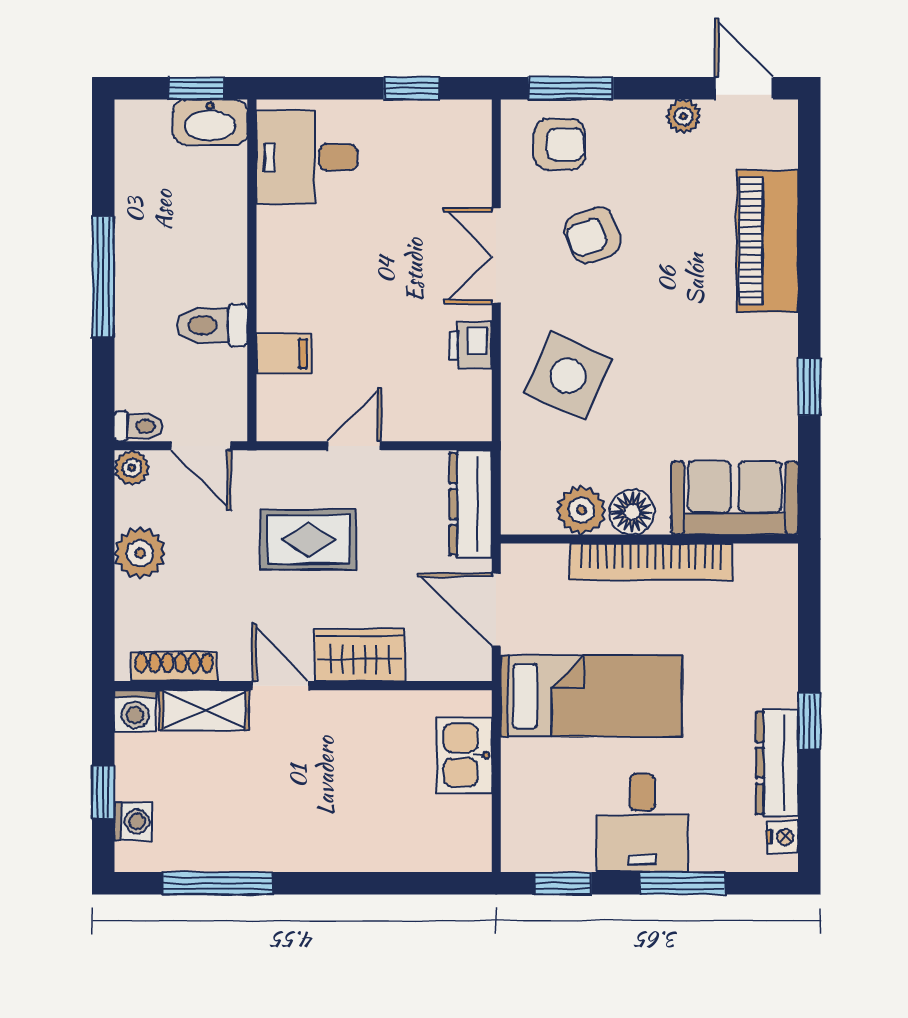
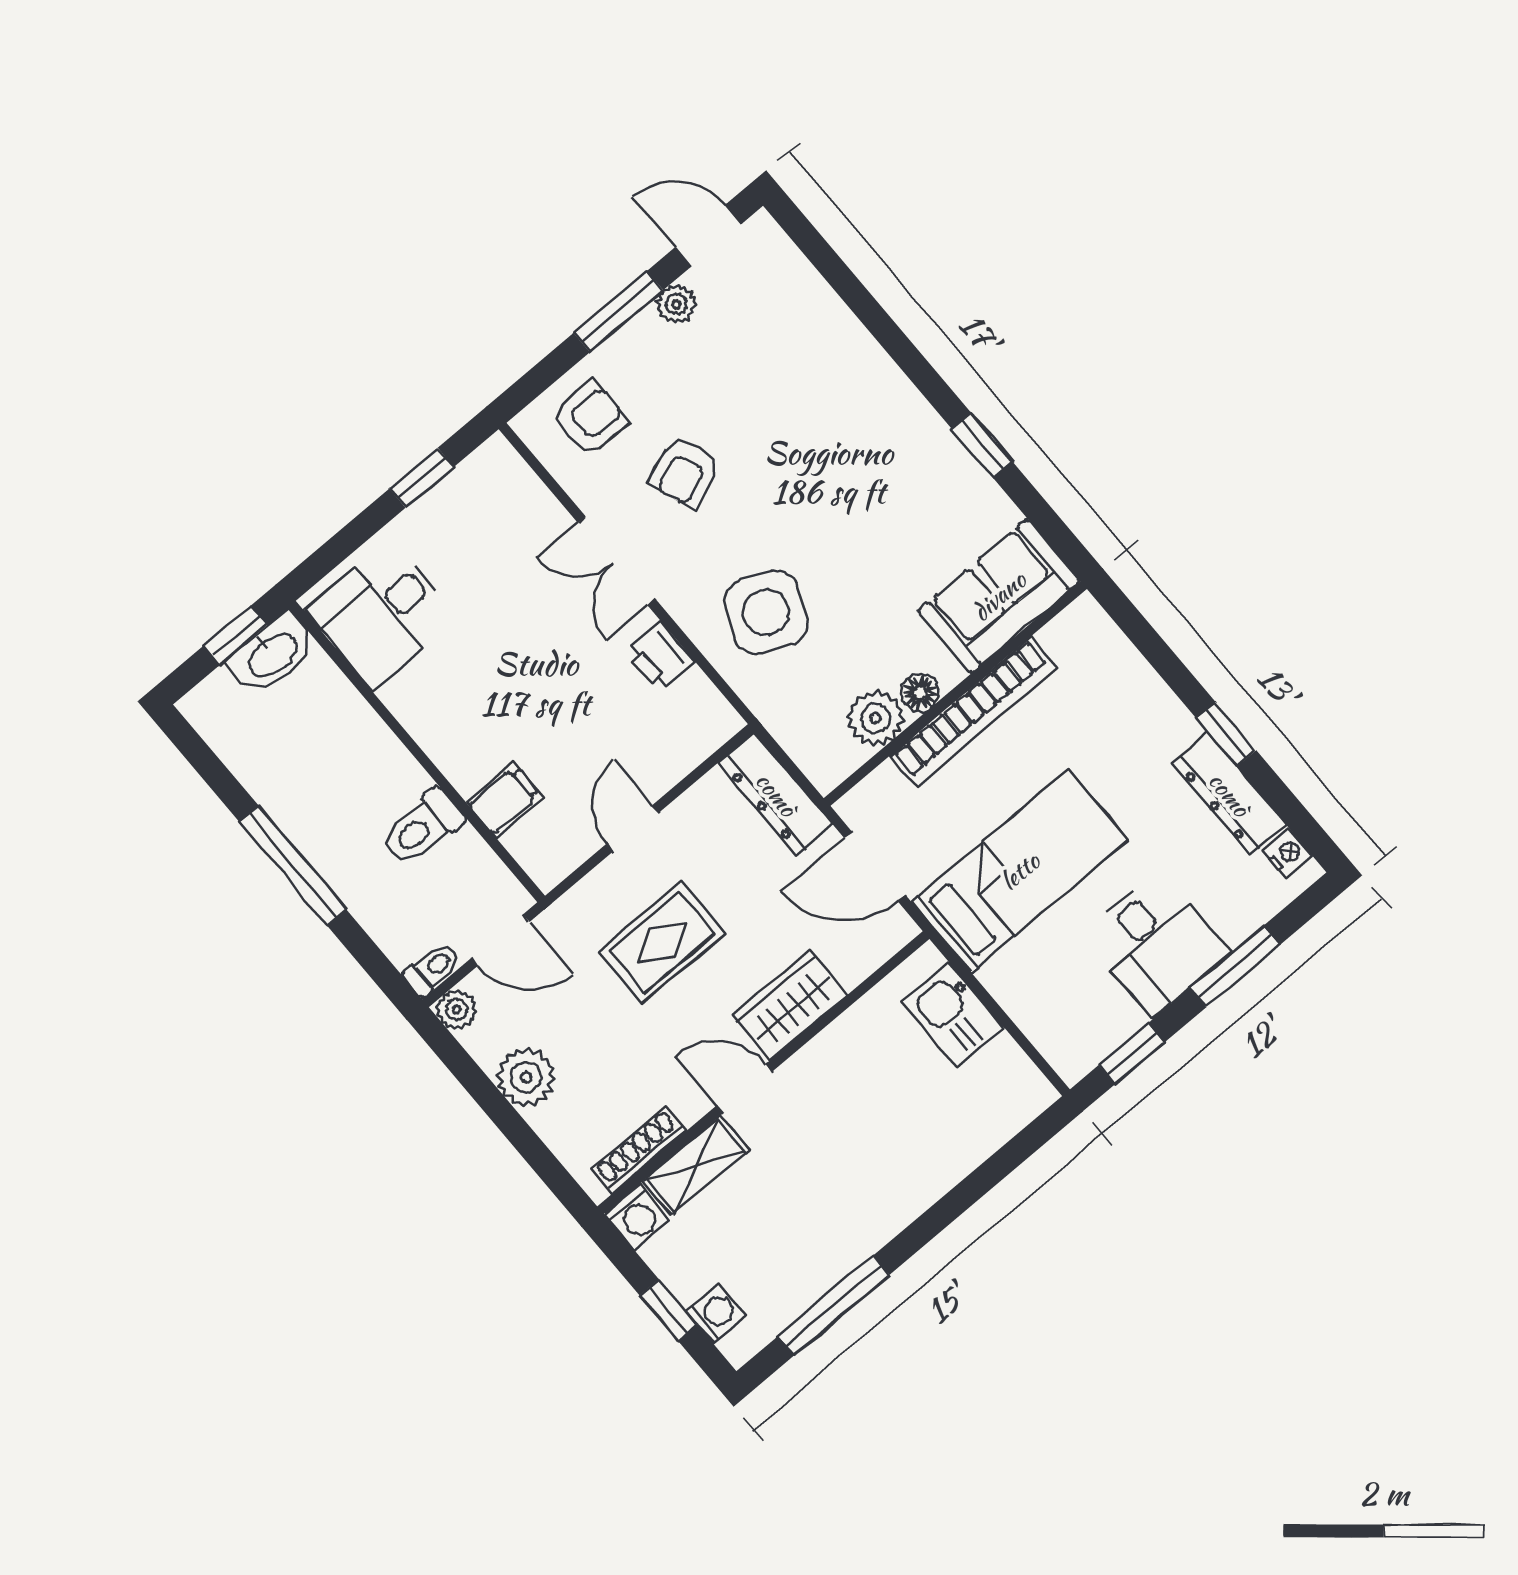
window: (571, 88) -> (618, 312), moved
piano: (767, 241) -> (840, 350), removed
floor lamp: (632, 512) -> (920, 693), width x0.73, depth x0.73

